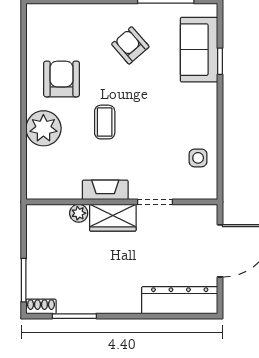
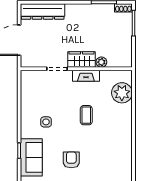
armchair: (130, 45) -> (71, 160), turned -139
armchair: (62, 79) -> (111, 140), removed
plant: (43, 128) -> (122, 93), moved
side table: (198, 158) -> (46, 122), moved

